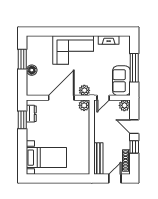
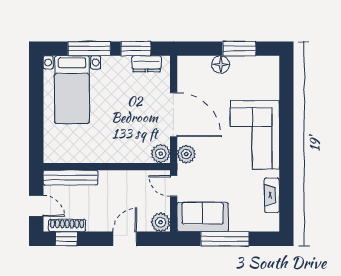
window: (22, 147) -> (89, 49), added
window: (134, 147) -> (66, 239), moved

